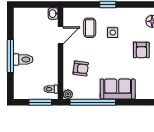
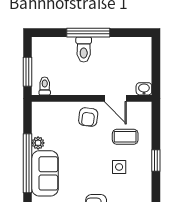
armchair: (81, 69) -> (88, 117), moved
plant: (68, 94) -> (38, 143), moved
window: (93, 102) -> (28, 163), moved

